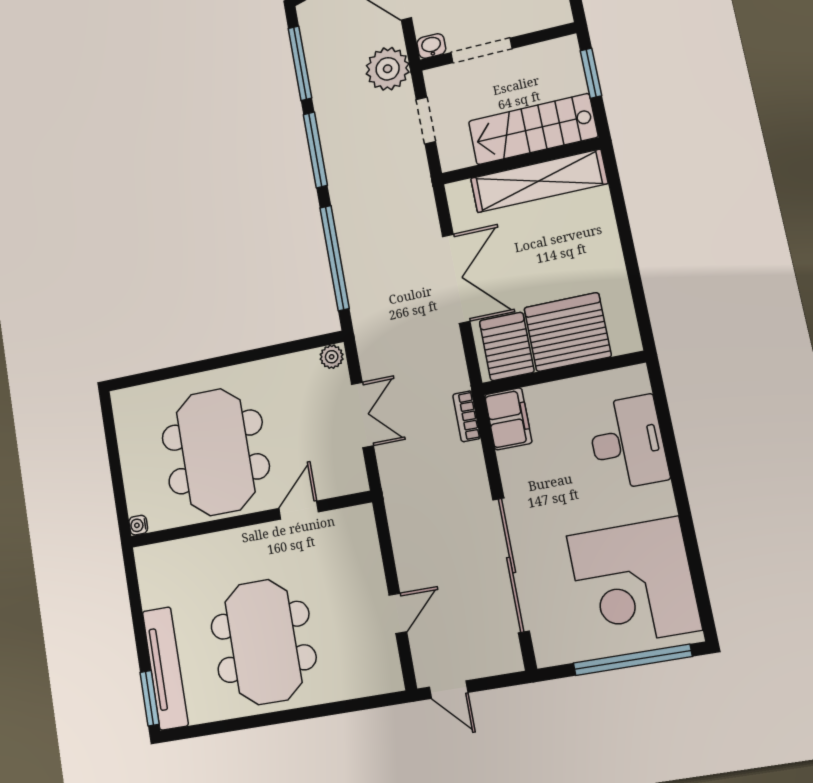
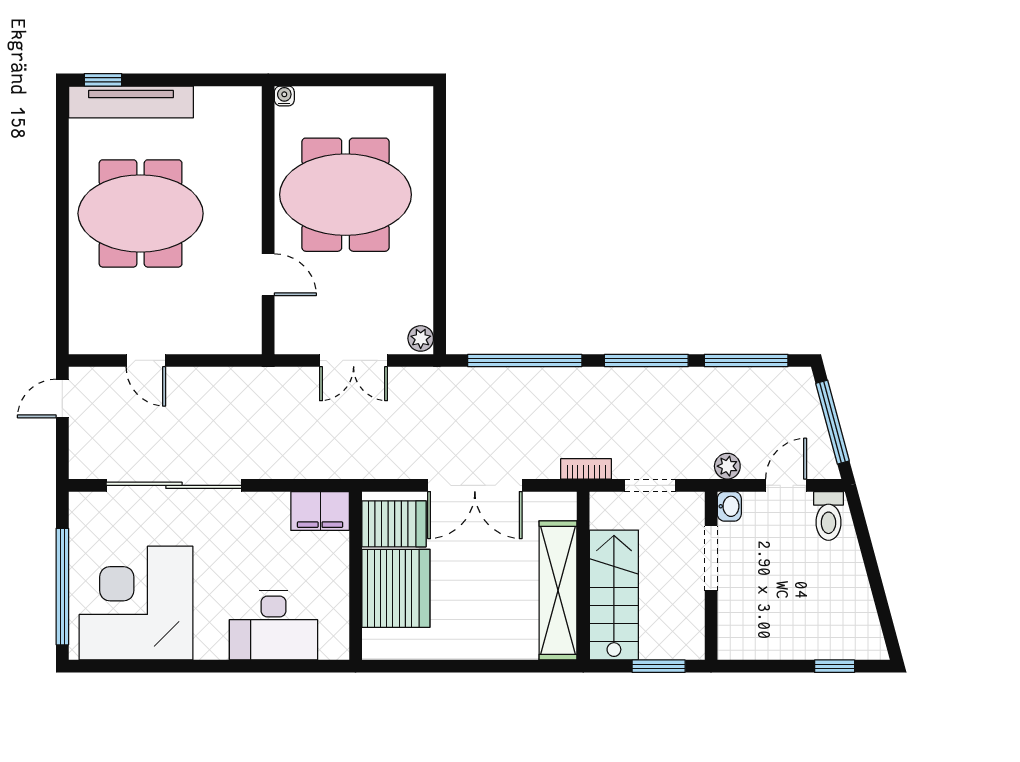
plant: (388, 69) -> (727, 466), width x0.53, depth x0.53
bookcase: (467, 416) -> (586, 469), moved
window: (150, 698) -> (103, 80), width x0.67

